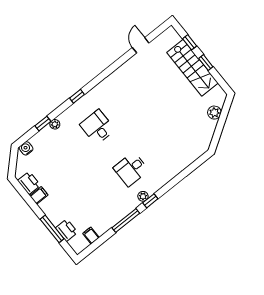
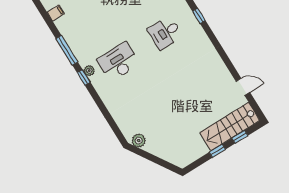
stairs: (192, 68) -> (230, 127), moved
plant: (214, 113) -> (139, 141), moved
desk: (97, 127) -> (165, 33), turned 180
desk: (131, 169) -> (118, 62), width x1.37

